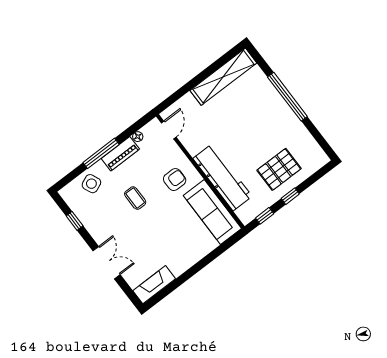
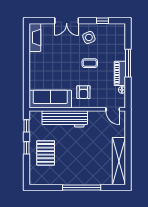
side table: (91, 184) -> (89, 37), moved

